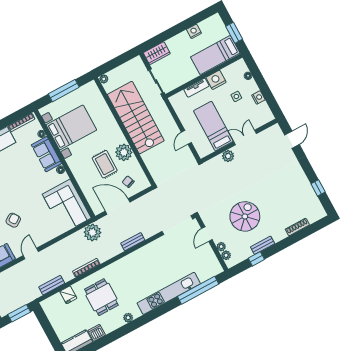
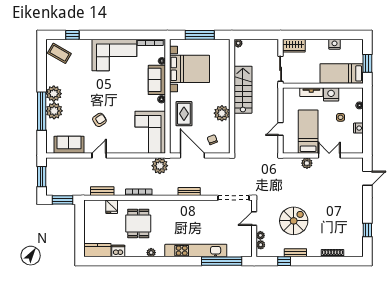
stairs: (136, 118) -> (243, 90), width x0.73, depth x0.66
rug: (105, 164) -> (184, 114), moved

